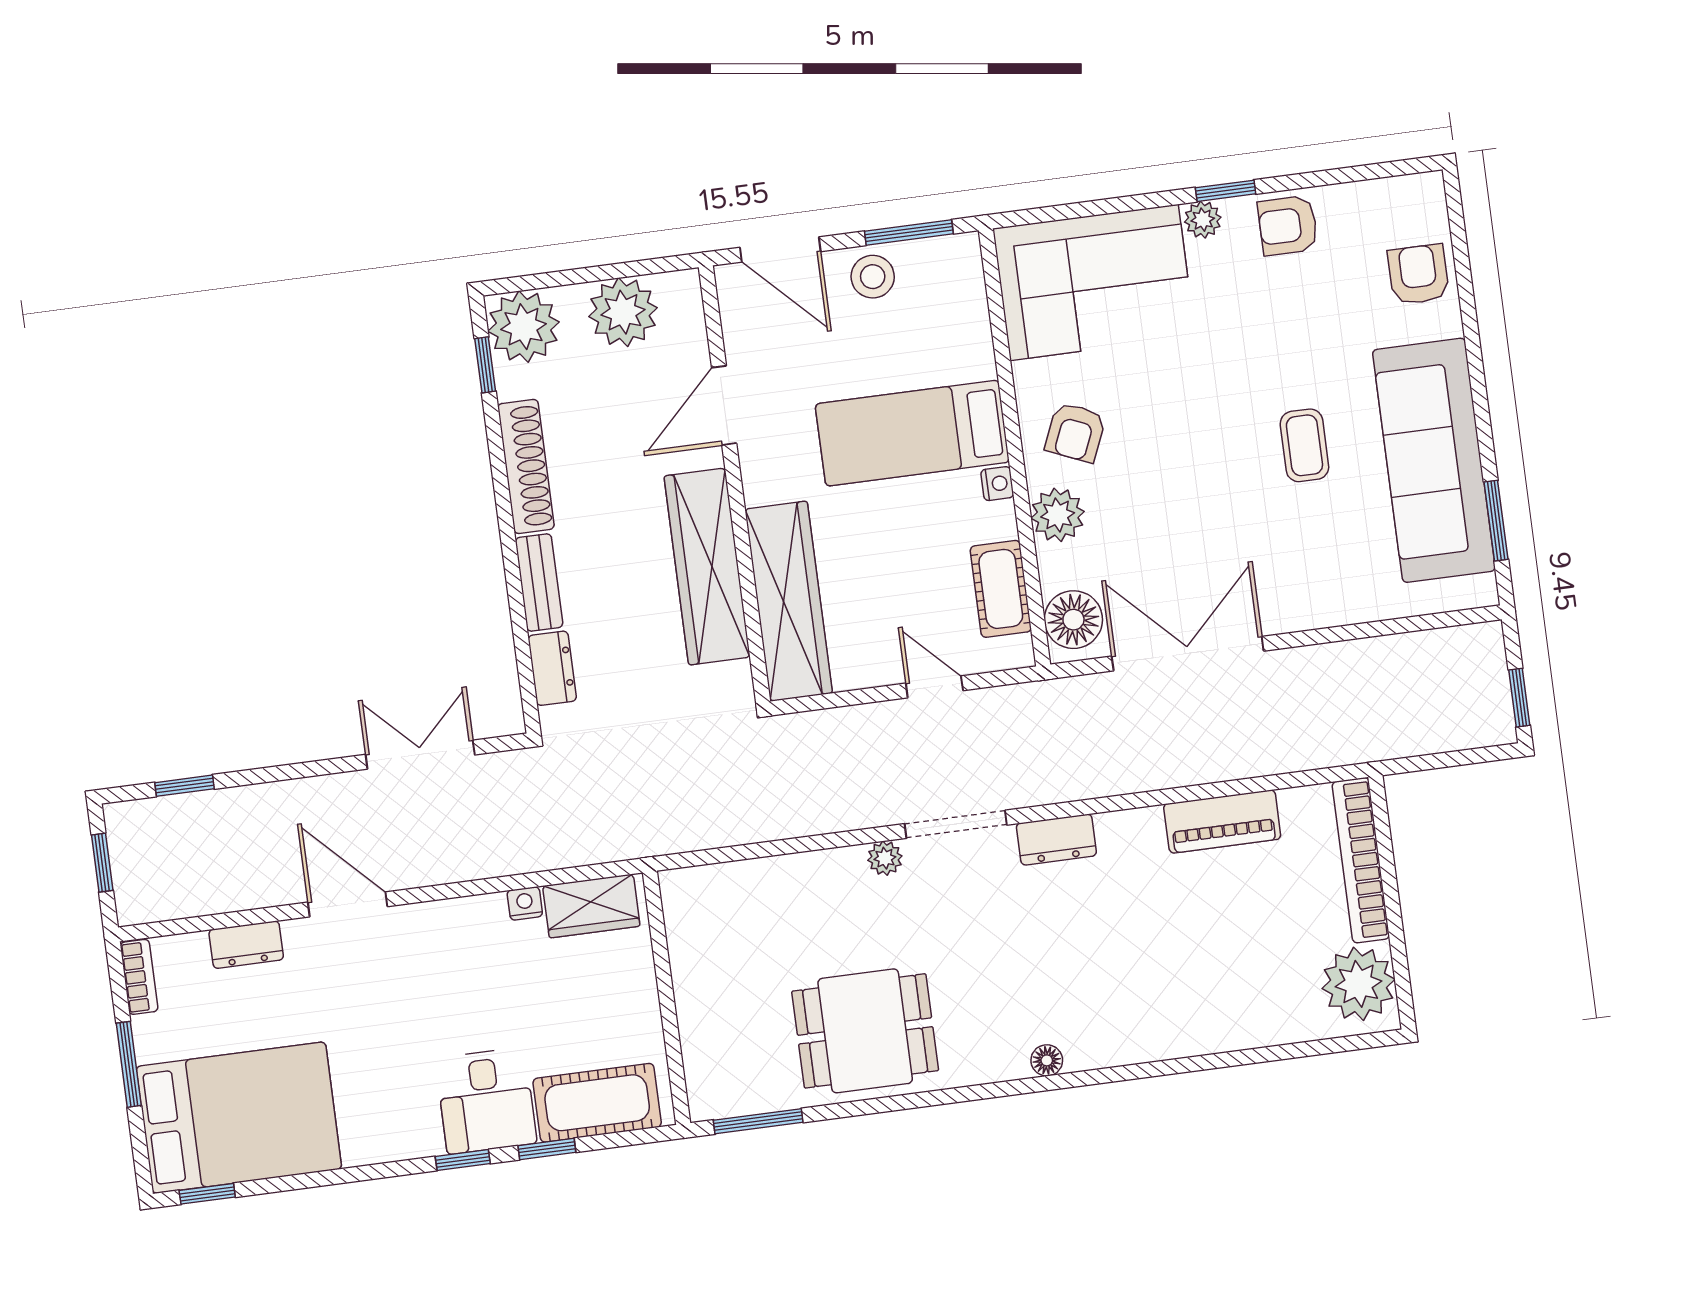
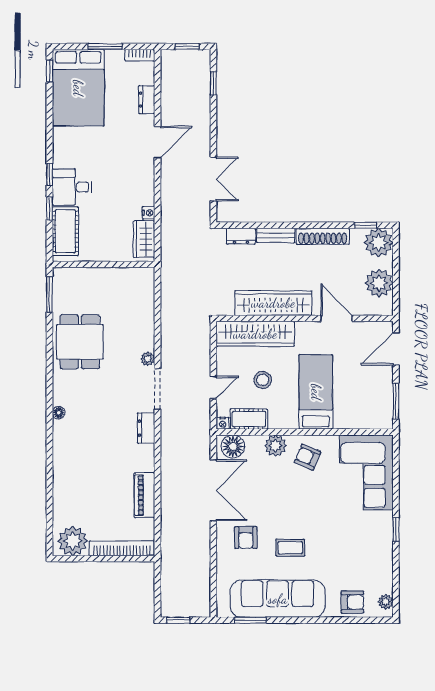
plant: (1203, 220) -> (386, 602), moved
armchair: (1288, 226) -> (246, 538), moved, turned 180
stool: (873, 277) -> (263, 380), moved
nightstand: (997, 484) -> (223, 423), moved

